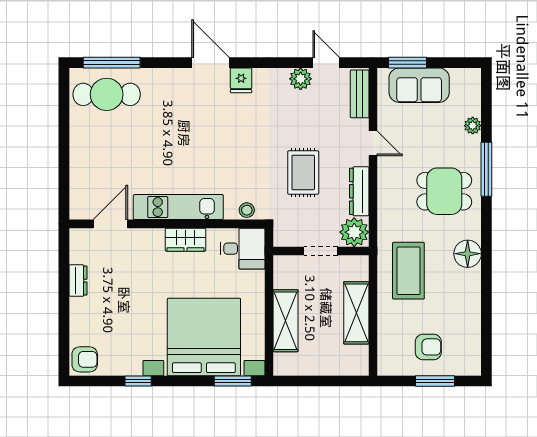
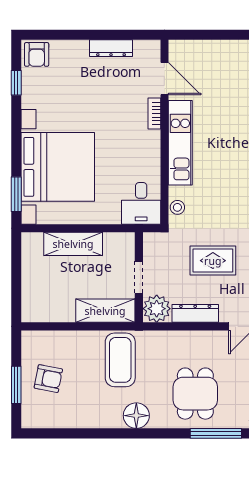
bookcase: (147, 235) -> (154, 113), added
wardrobe: (186, 240) -> (150, 150), removed
coffee table: (408, 271) -> (120, 360), turned 90
dresser: (78, 281) -> (111, 48), width x1.44
shelving: (356, 313) -> (105, 311), moved
armchair: (428, 347) -> (48, 379), turned -79
window: (138, 381) -> (16, 83), moved

